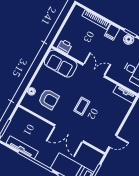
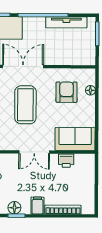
printer: (65, 46) -> (66, 161), moved
armchair: (49, 99) -> (67, 92), turned 90
coffee table: (82, 106) -> (25, 105), width x1.86, depth x1.72

